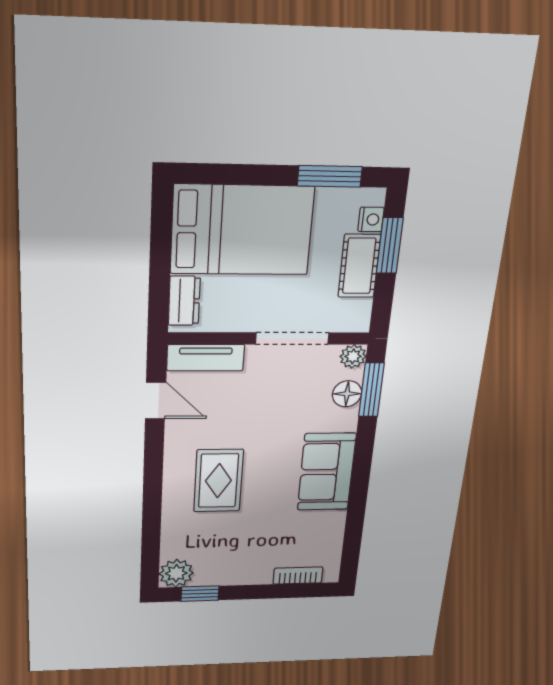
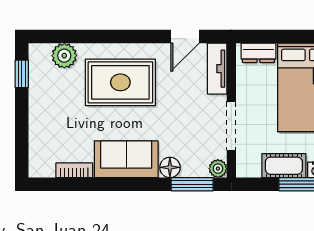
floor lamp: (347, 394) -> (170, 167), moved
rug: (218, 481) -> (120, 82), width x1.36, depth x1.43
plant: (176, 573) -> (64, 56), moved
bookcase: (298, 576) -> (74, 170), moved, turned -90

